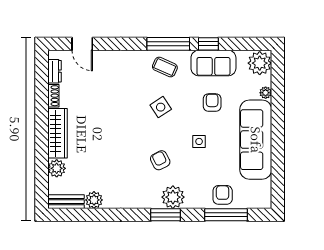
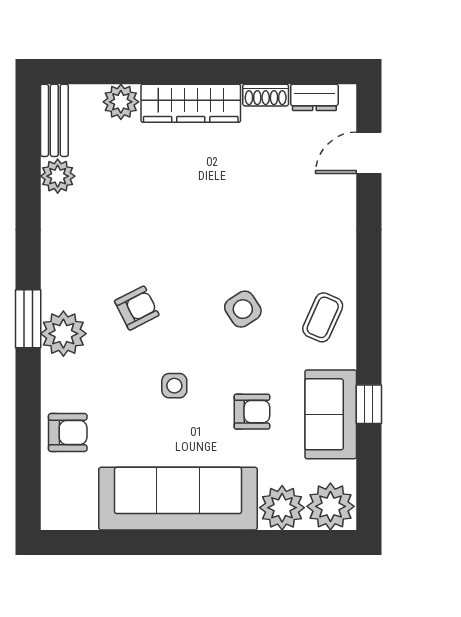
window: (168, 44) -> (369, 324), removed
plant: (266, 93) -> (282, 508), width x1.88, depth x1.88
window: (226, 215) -> (28, 439), removed

